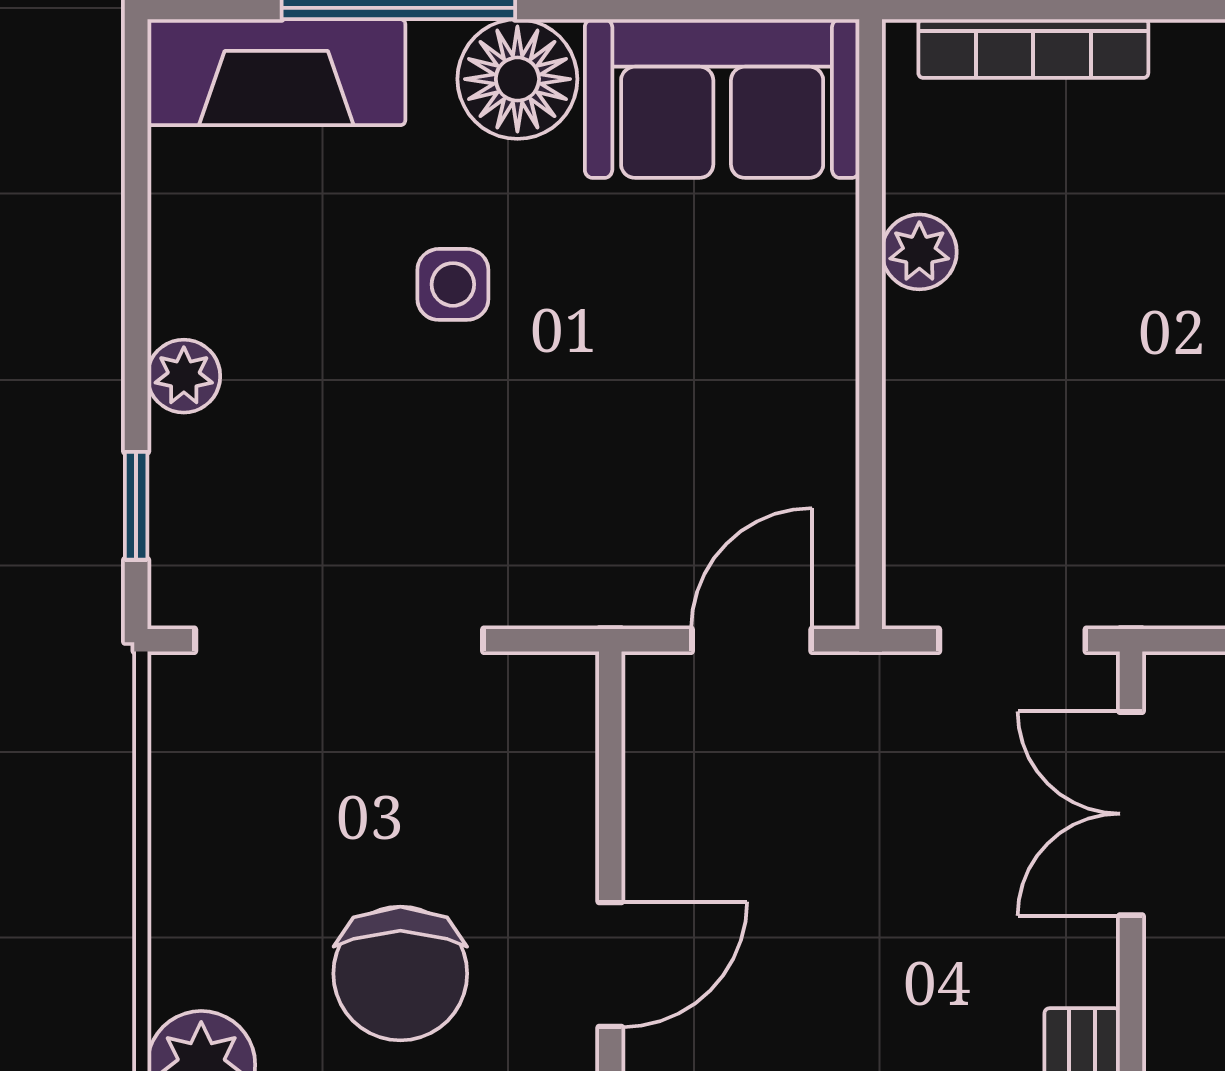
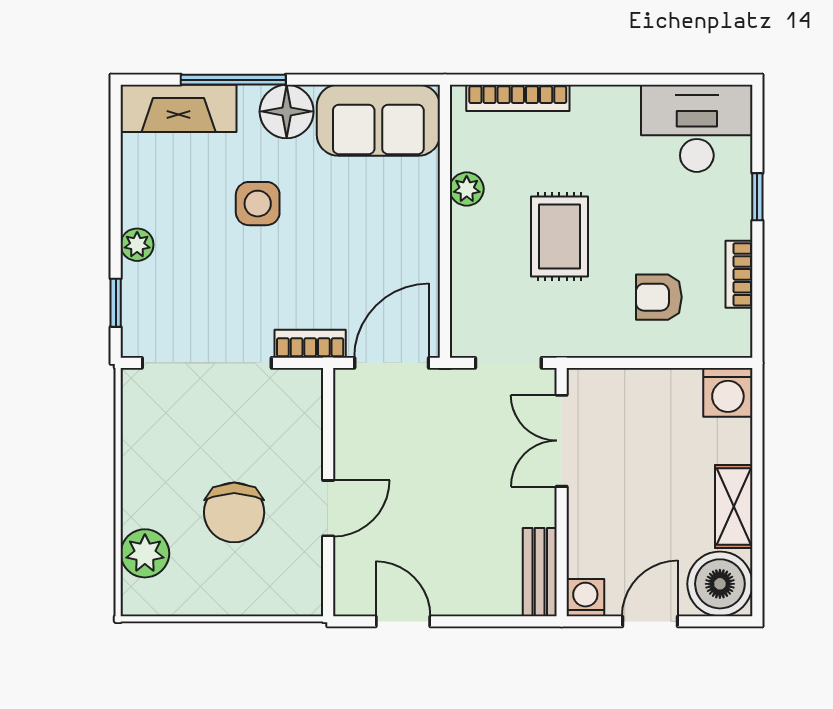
side table: (453, 284) -> (258, 204), width x1.37, depth x1.37
rug: (1126, 358) -> (559, 237), added
bookcase: (570, 597) -> (310, 344), added
door: (752, 640) -> (392, 363), width x1.38

